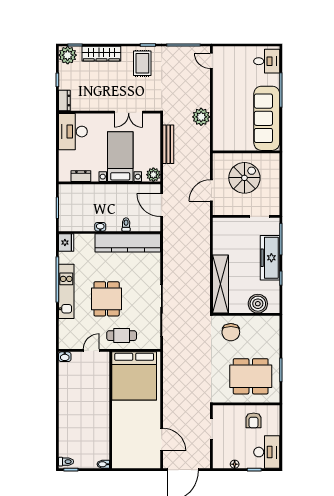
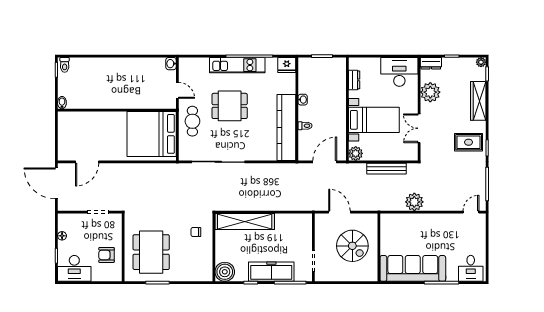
plant: (68, 55) -> (481, 62), width x0.53, depth x0.53
plant: (93, 101) -> (430, 92), added
boiler: (258, 304) -> (225, 272), moved
chair: (231, 332) -> (196, 232), width x0.54, depth x0.54

